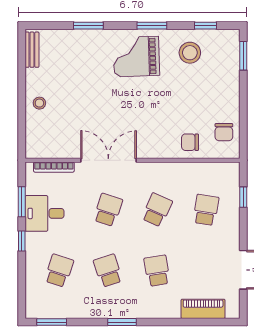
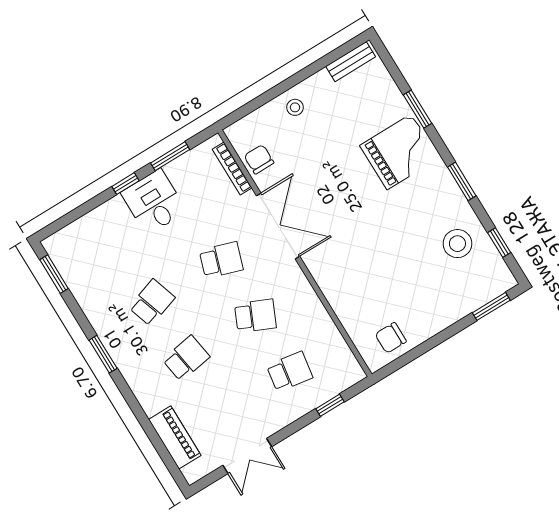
grand piano: (136, 57) -> (399, 152), moved, turned 92
chair: (190, 142) -> (259, 159), moved
desk: (45, 213) -> (154, 202), moved
school desk: (59, 271) -> (118, 247), removed

